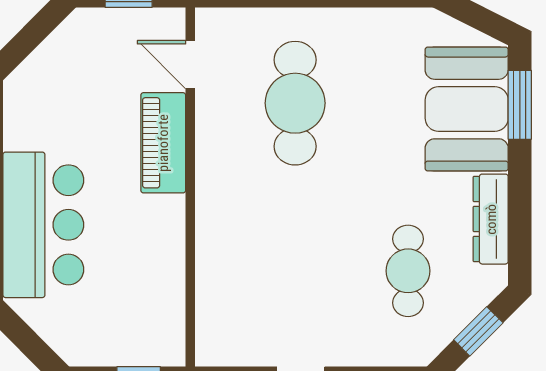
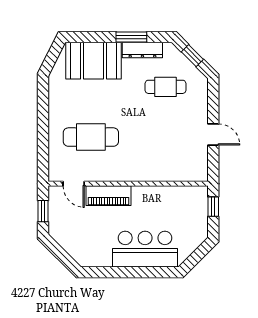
door: (190, 65) -> (74, 184), hinge flipped
window: (520, 105) -> (131, 37), moved

